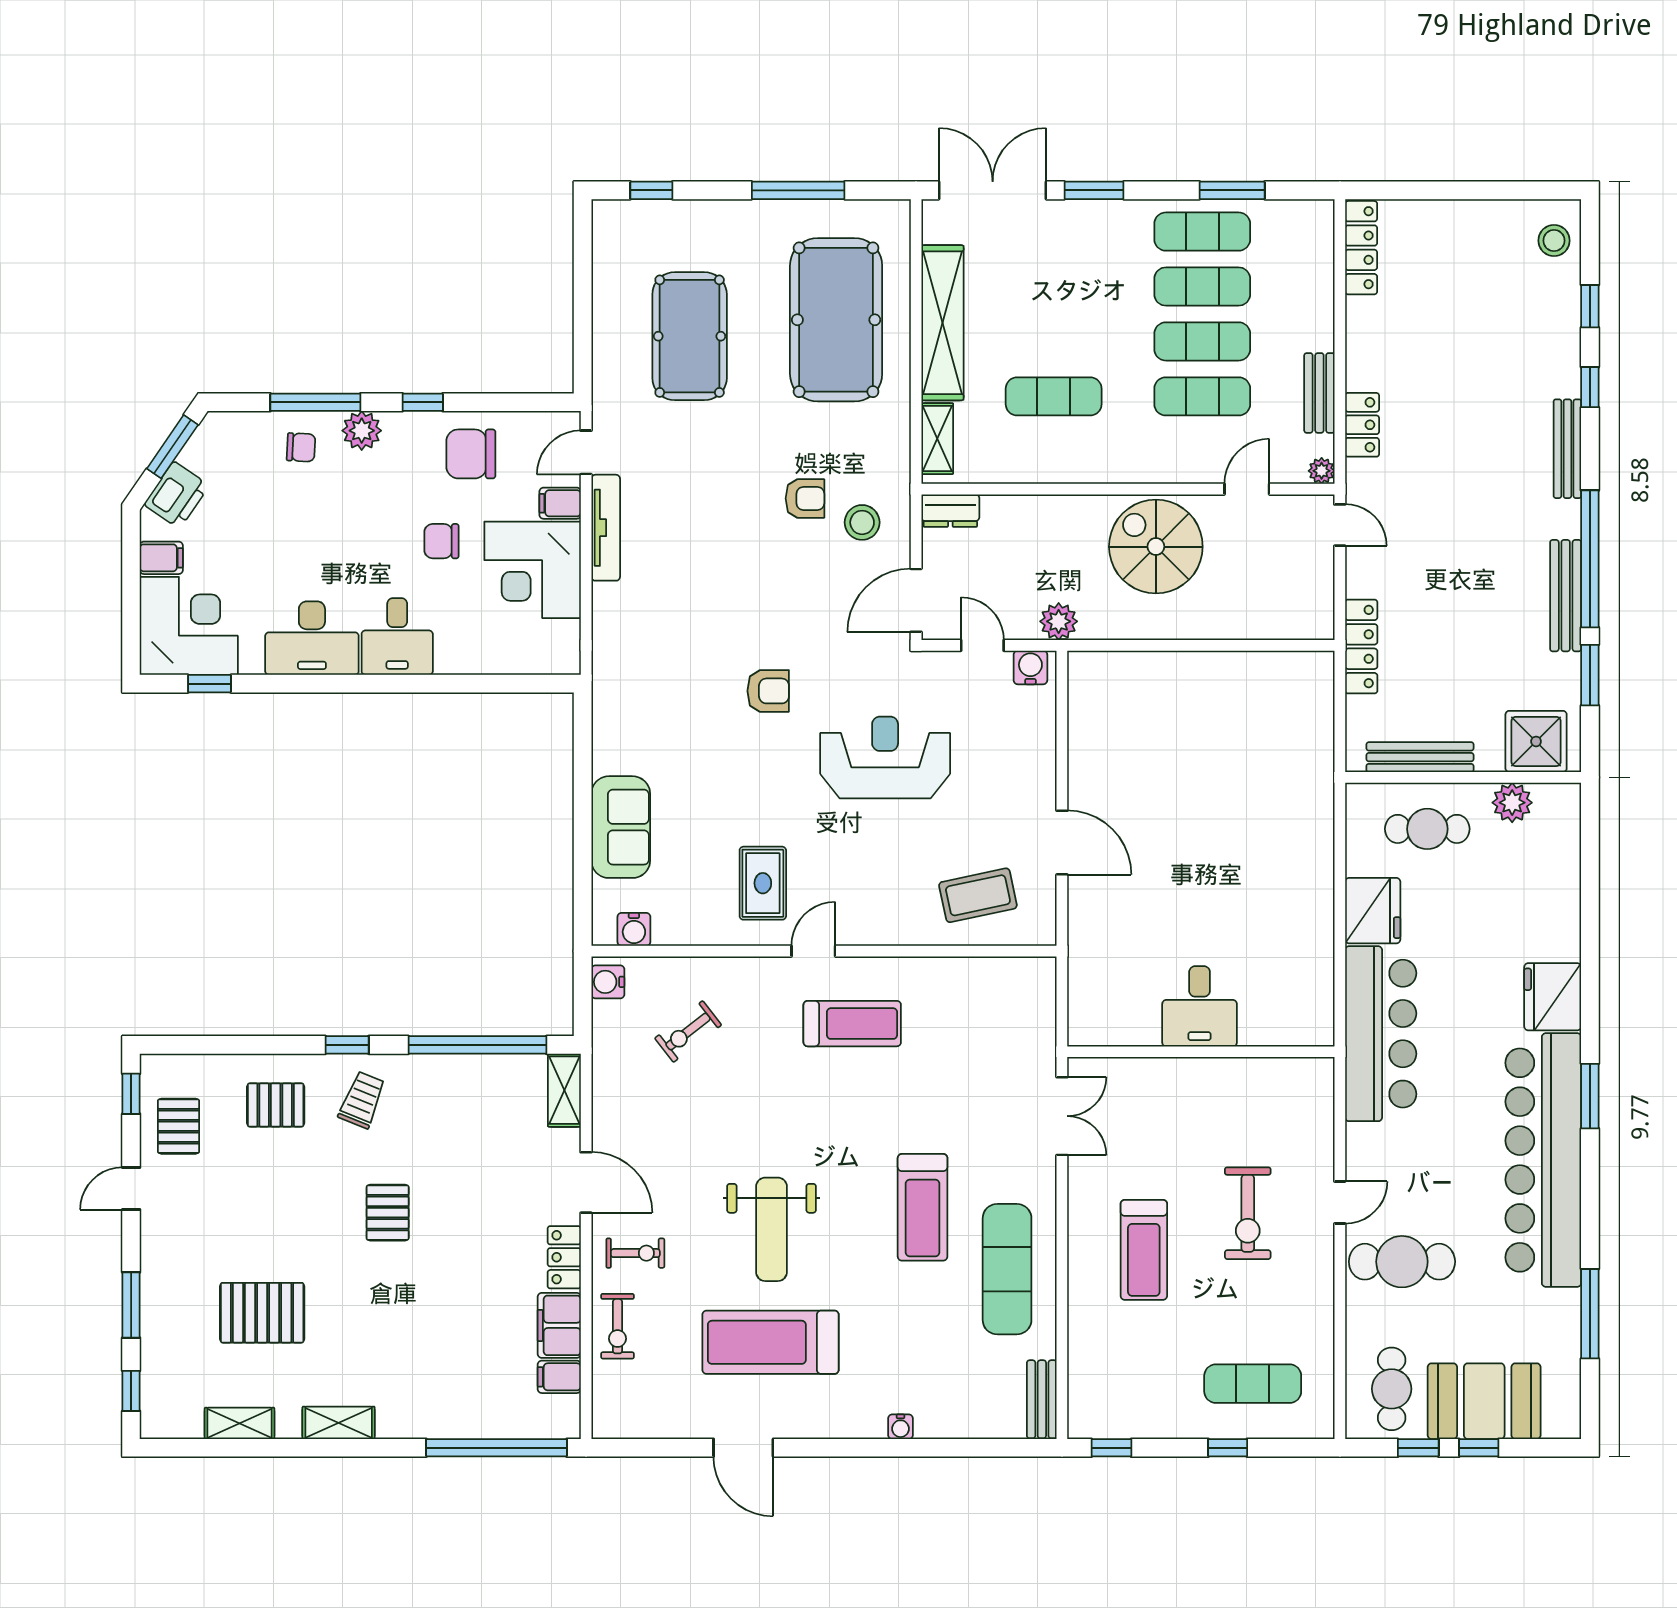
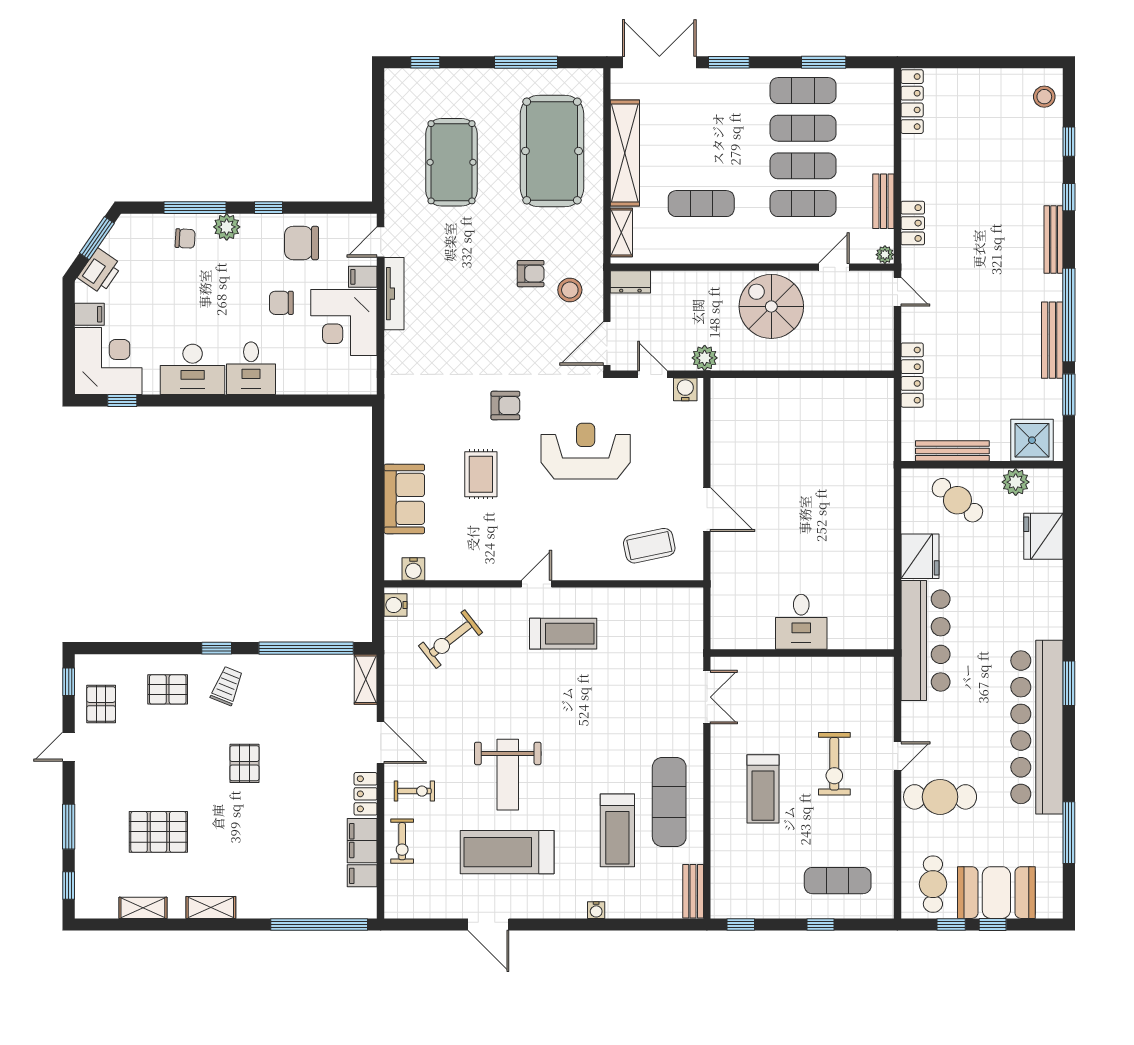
cafe table: (1427, 829) -> (957, 500), turned 38
rug: (763, 883) -> (481, 474), moved
fridge: (1553, 997) -> (1043, 536), moved
exercise bike: (688, 1032) -> (450, 639), width x1.38, depth x1.39
treadmill: (923, 1207) -> (617, 830), moved

